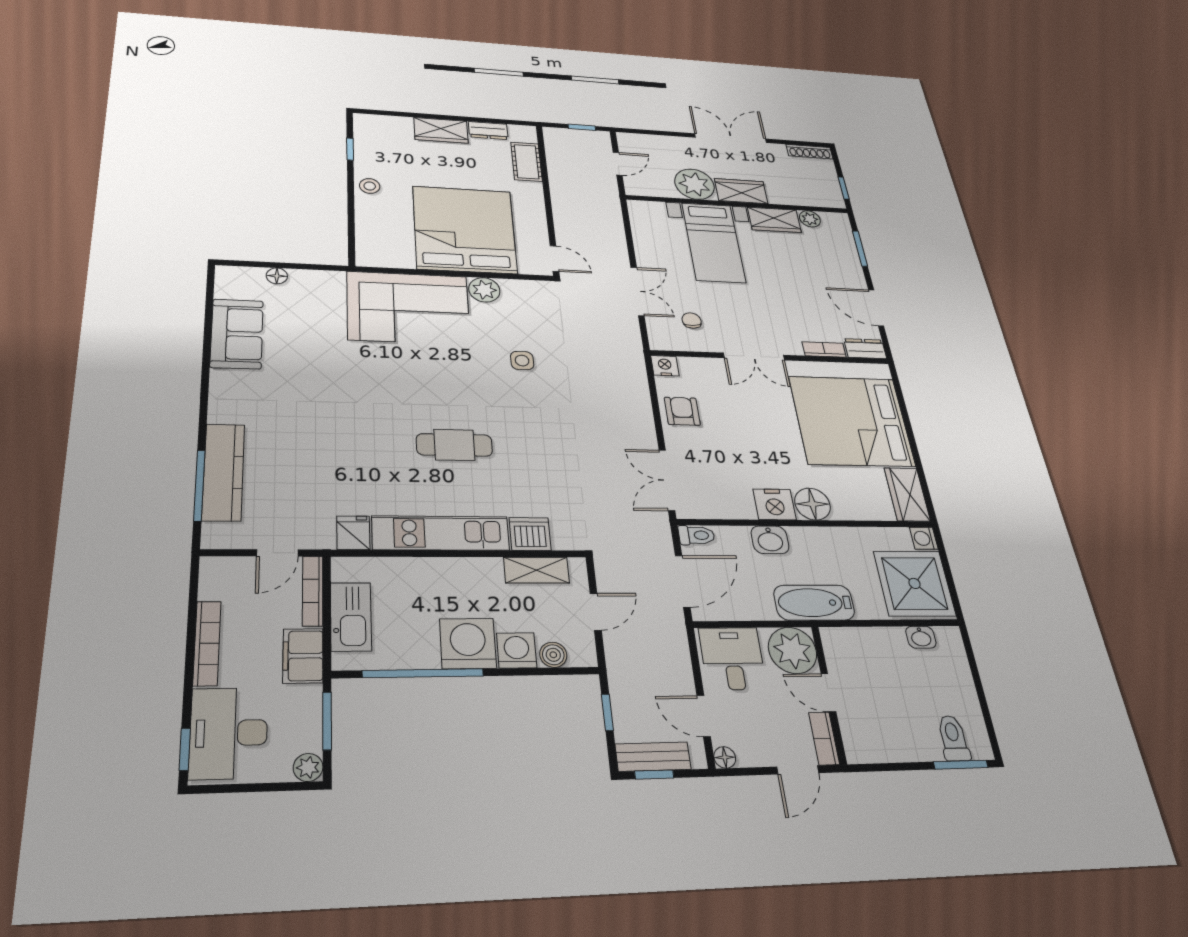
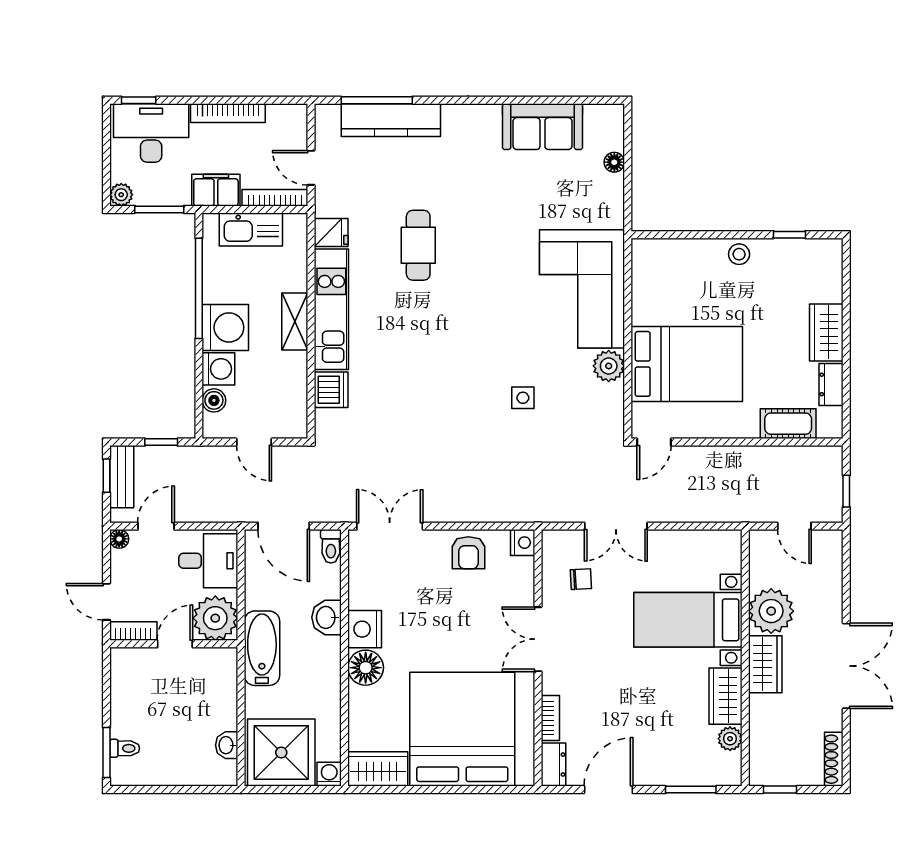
bed: (465, 230) -> (687, 364), width x0.73
armchair: (682, 411) -> (468, 553), turned 90
cafe table: (454, 445) -> (418, 245), moved
shelving: (536, 570) -> (295, 322), moved
toilet: (953, 738) -> (125, 748), width x0.73, depth x0.72

